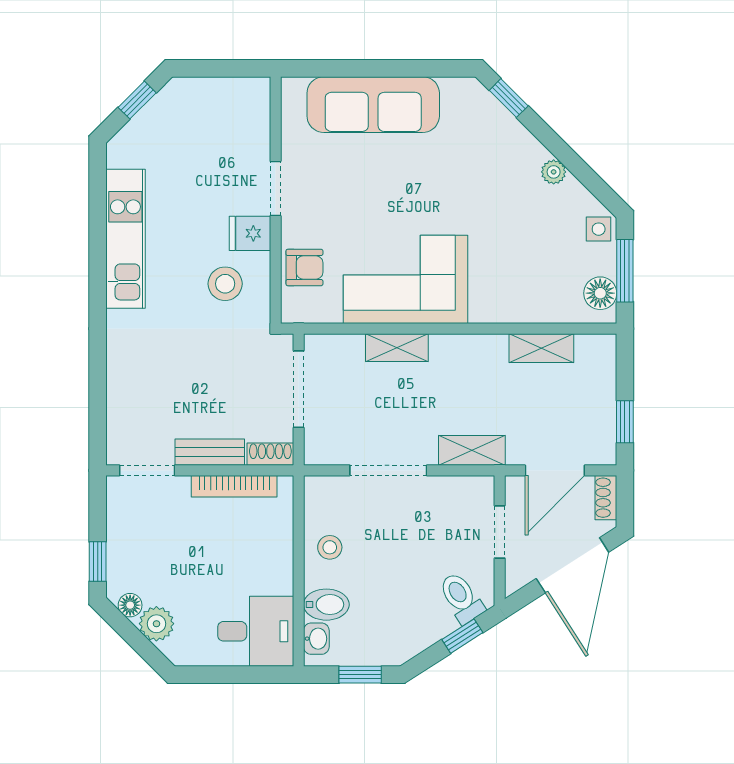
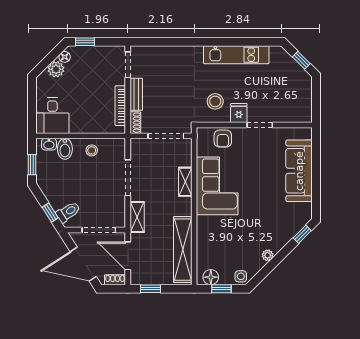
window: (625, 271) -> (221, 289), width x0.67
shelving: (541, 348) -> (183, 250), width x2.20, depth x1.33
doorway: (500, 532) -> (99, 230), width x1.38

